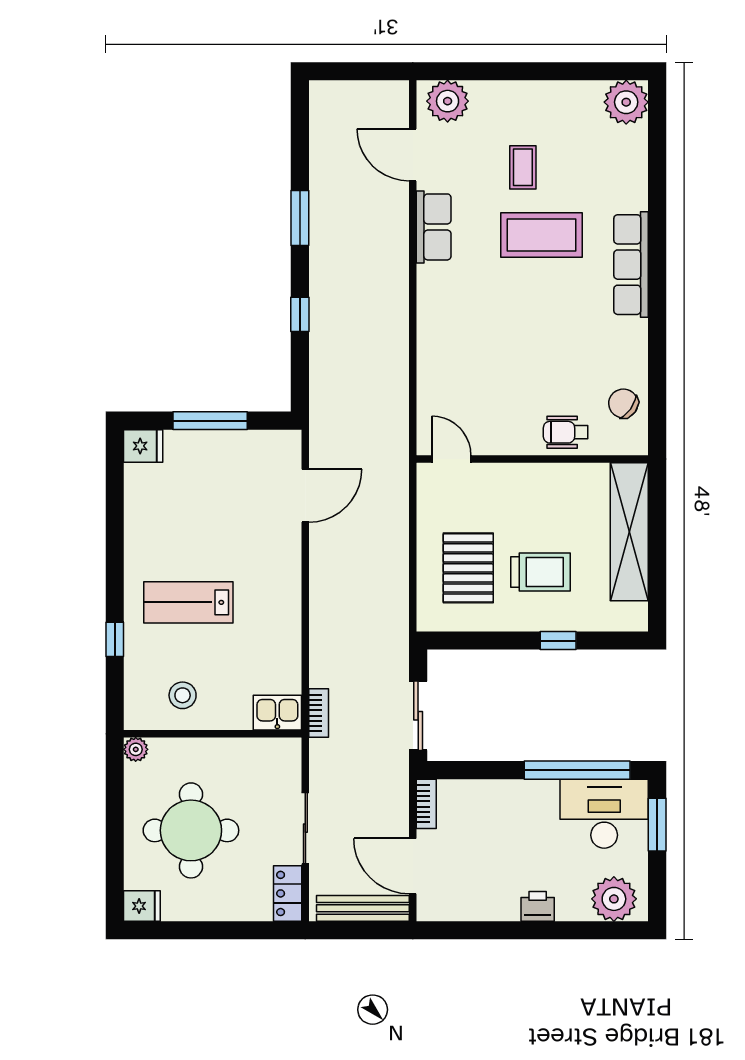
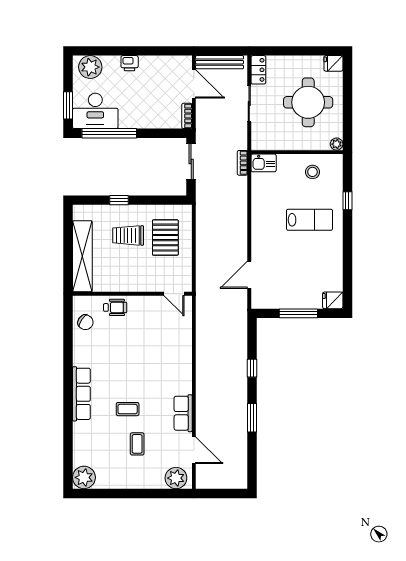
coffee table: (542, 235) -> (128, 409), width x0.54, depth x0.58

